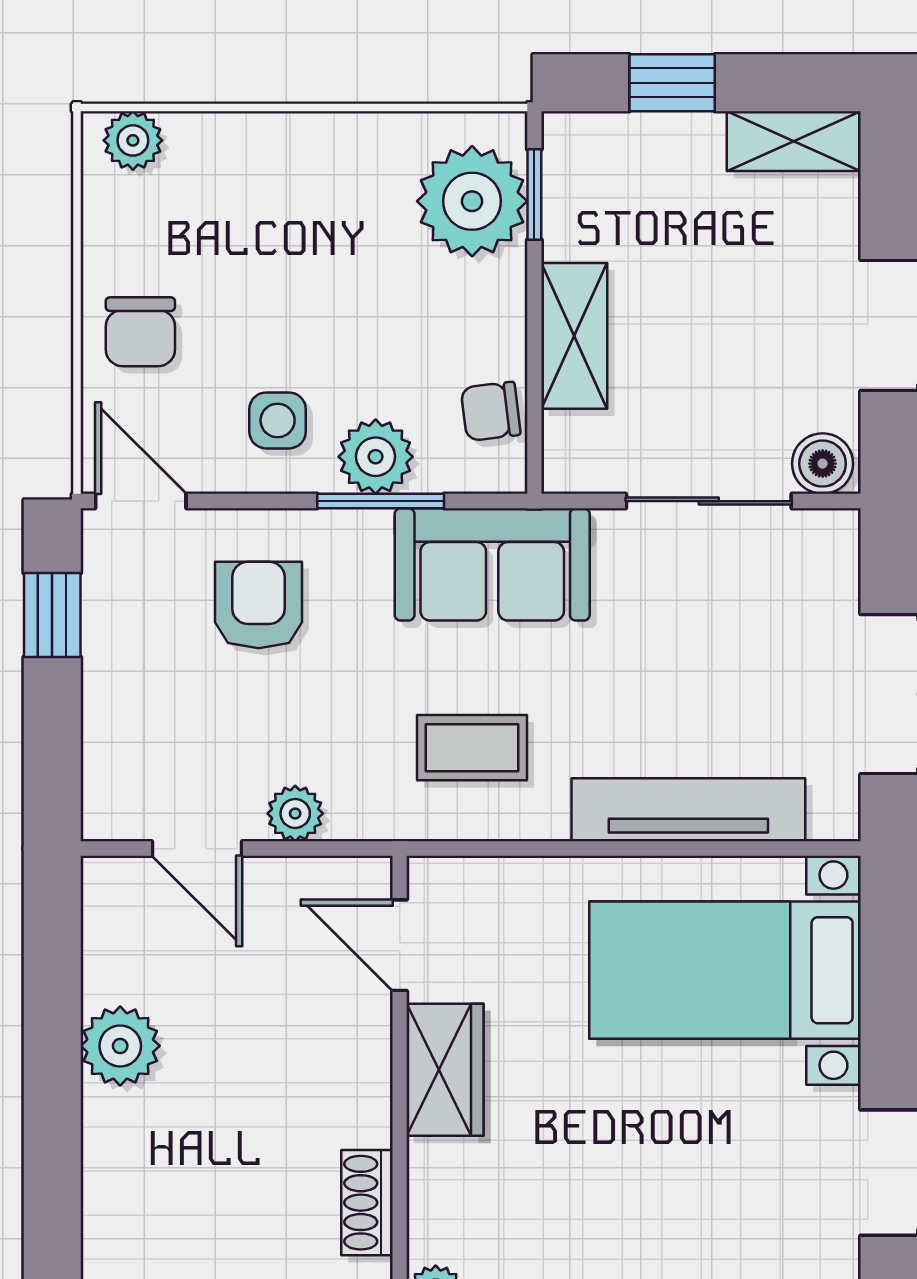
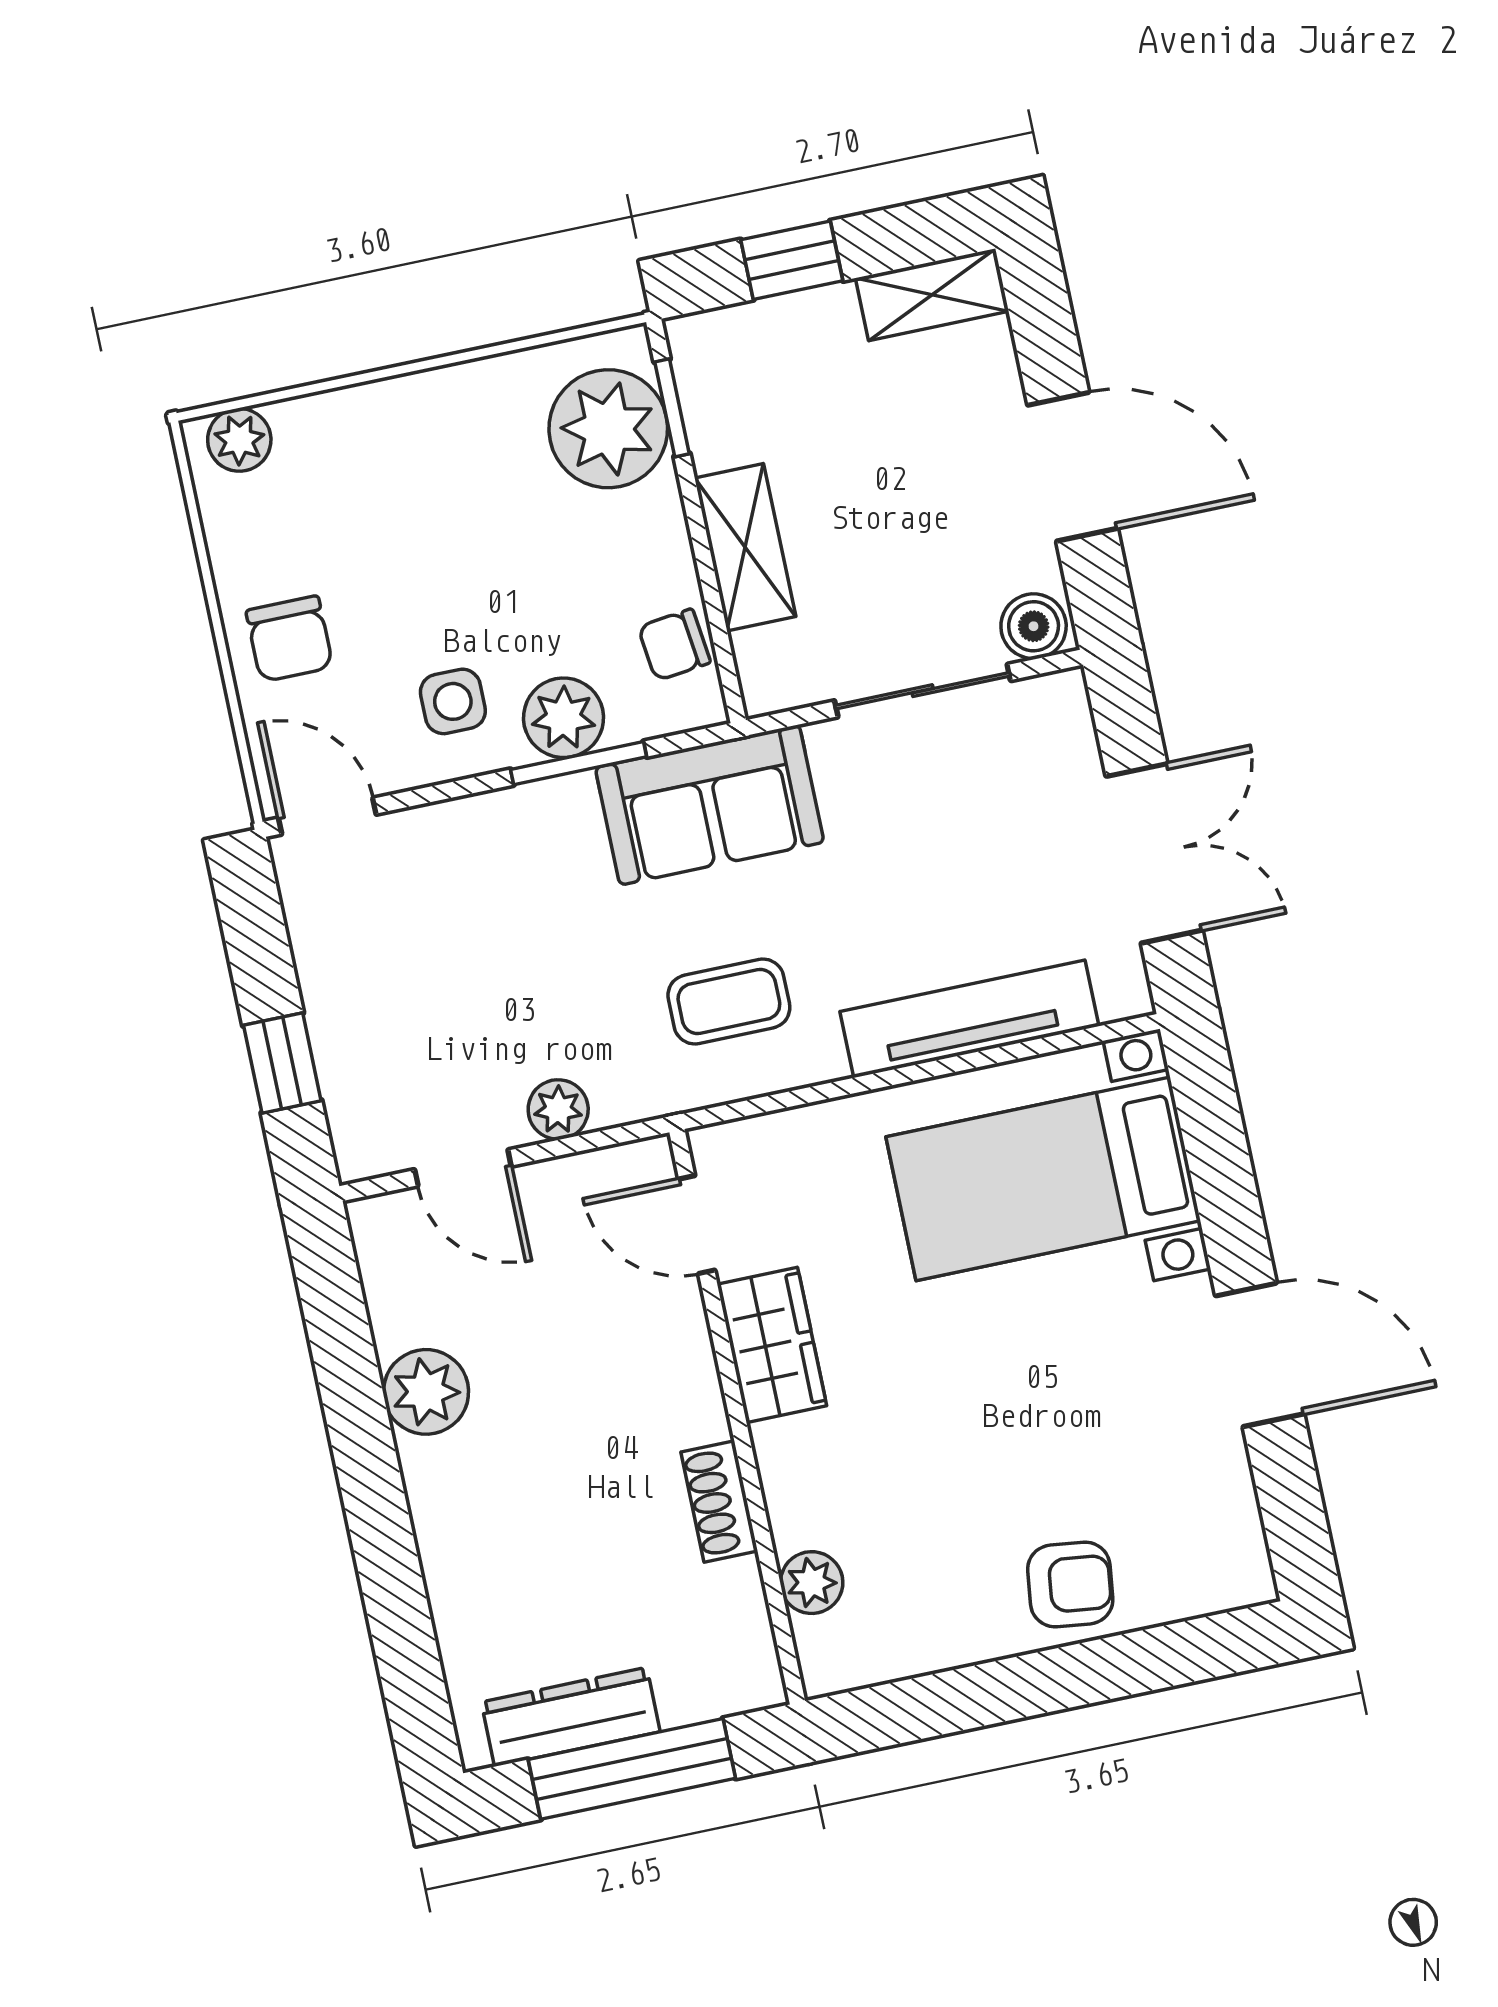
armchair: (259, 605) -> (474, 899), removed
window: (52, 615) -> (282, 1063), moved

